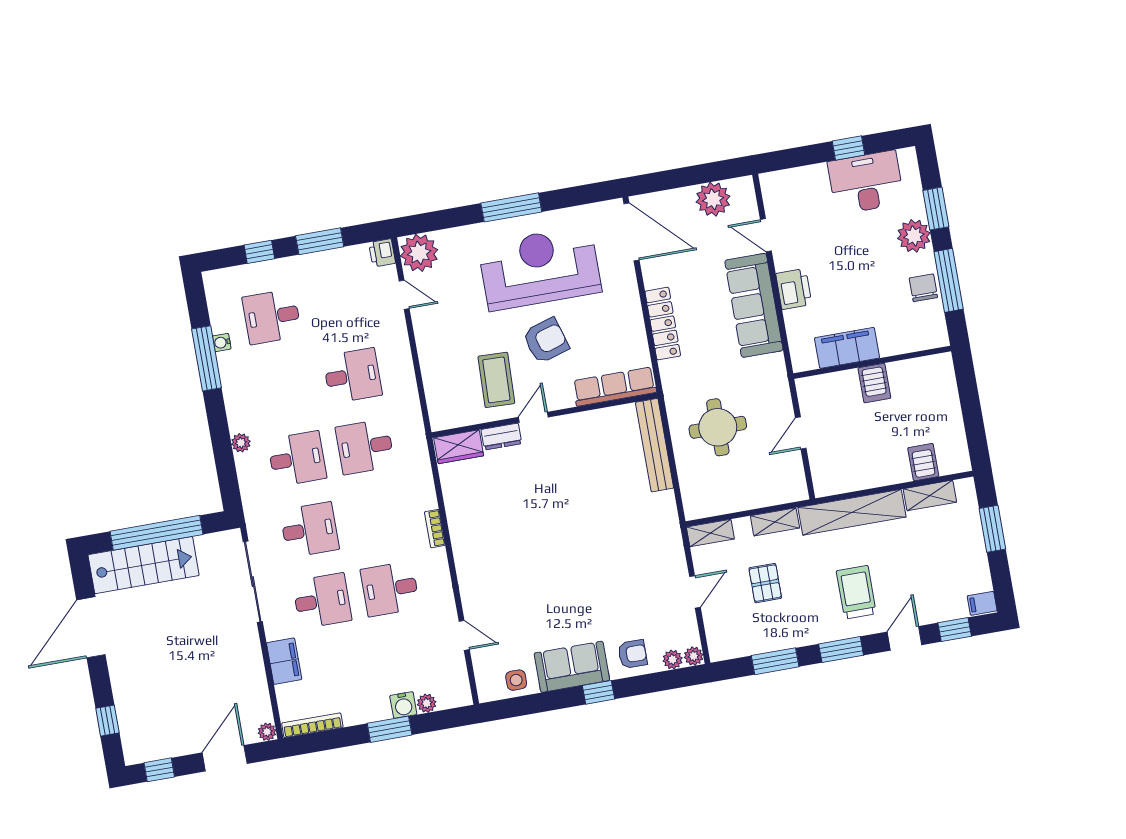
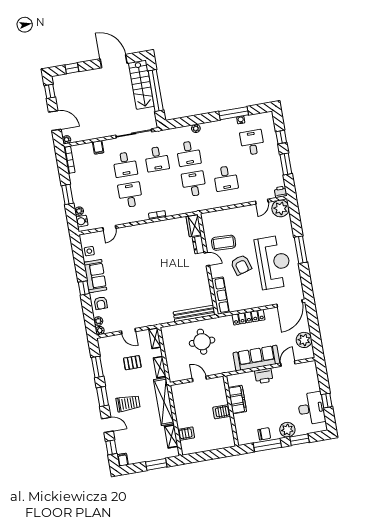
filing cabinet: (284, 661) -> (98, 147), width x0.50
water cooler: (403, 705) -> (82, 221), moved

